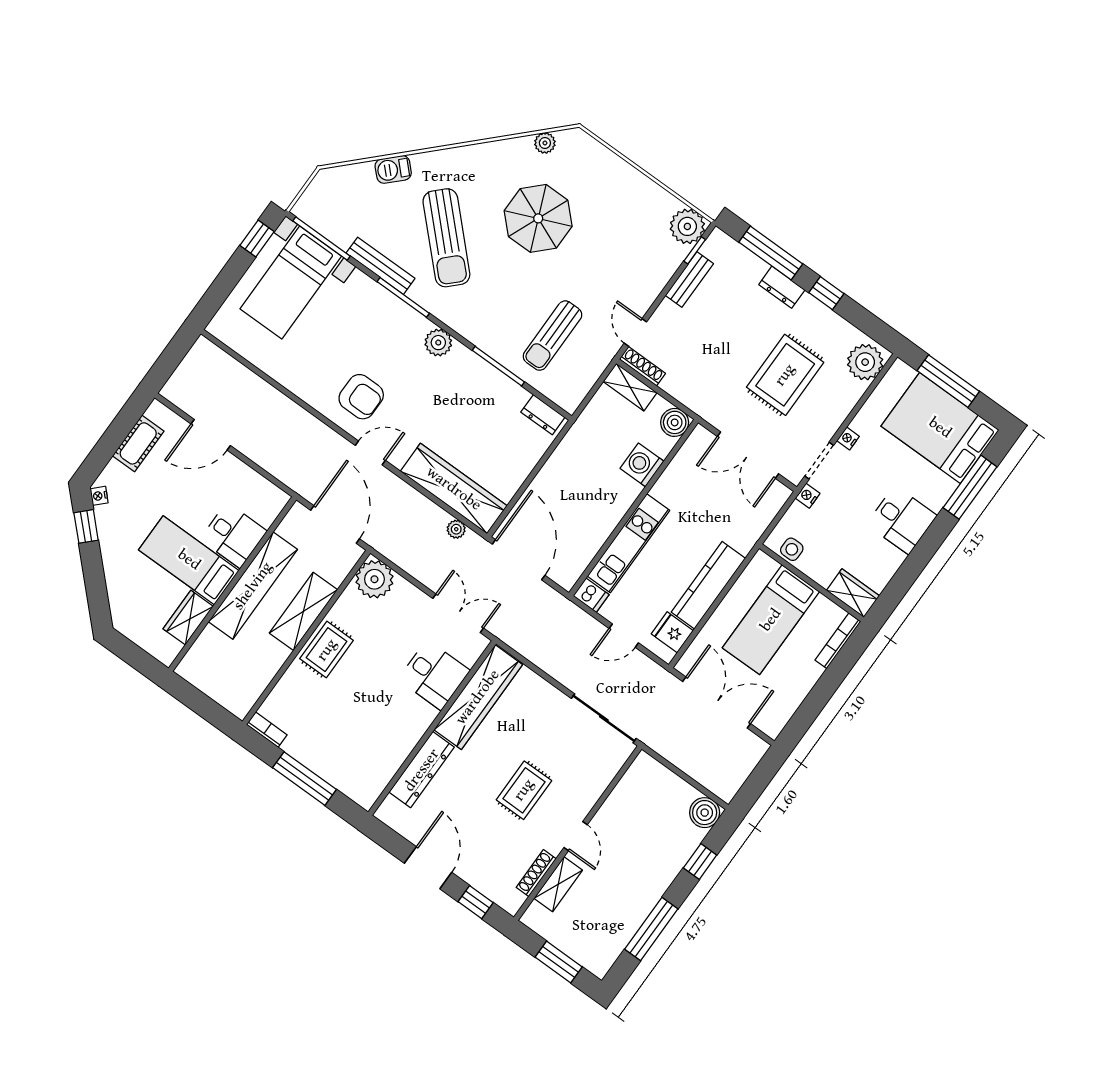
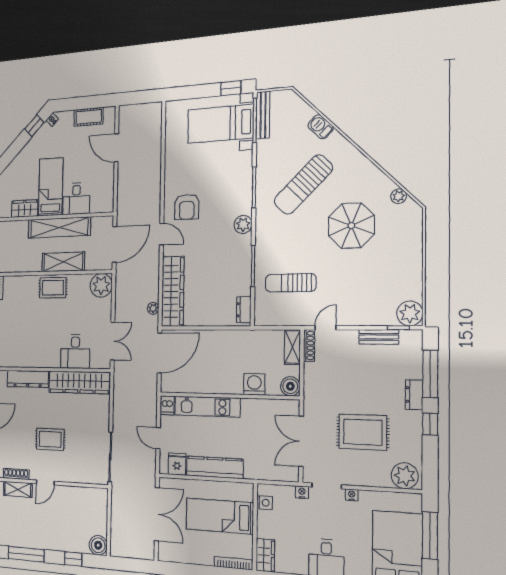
bench: (380, 266) -> (263, 115), moved

